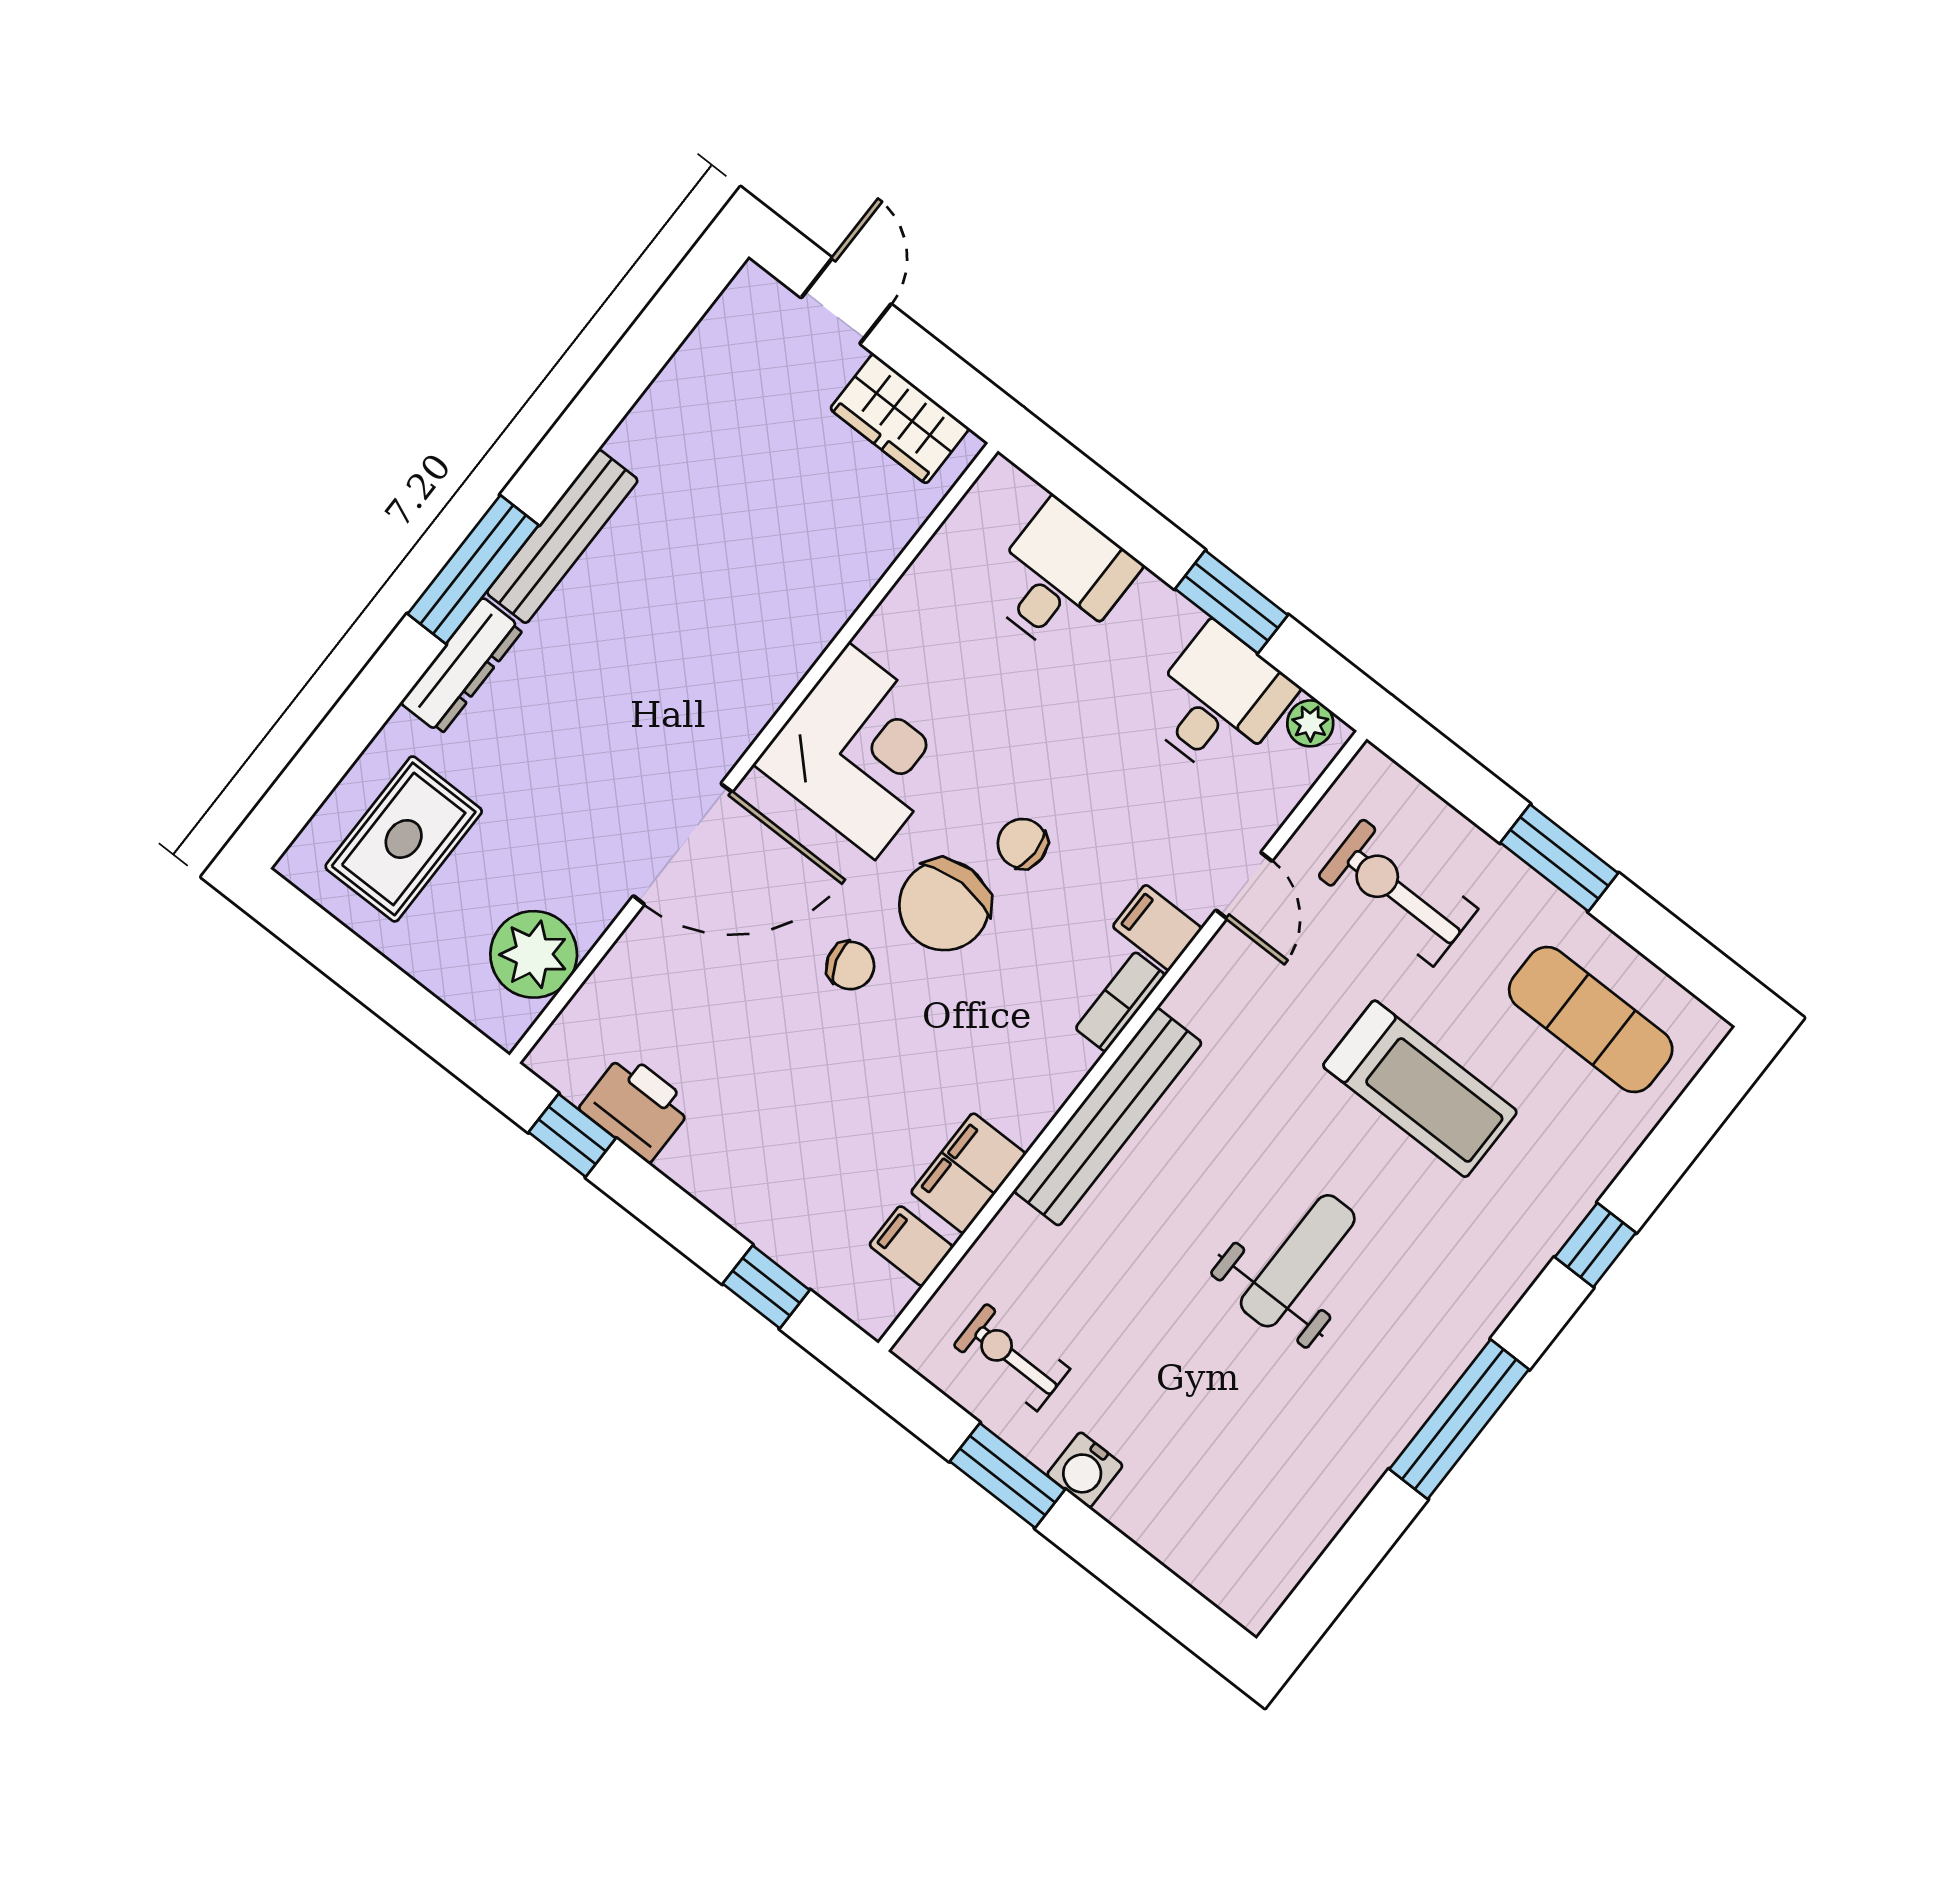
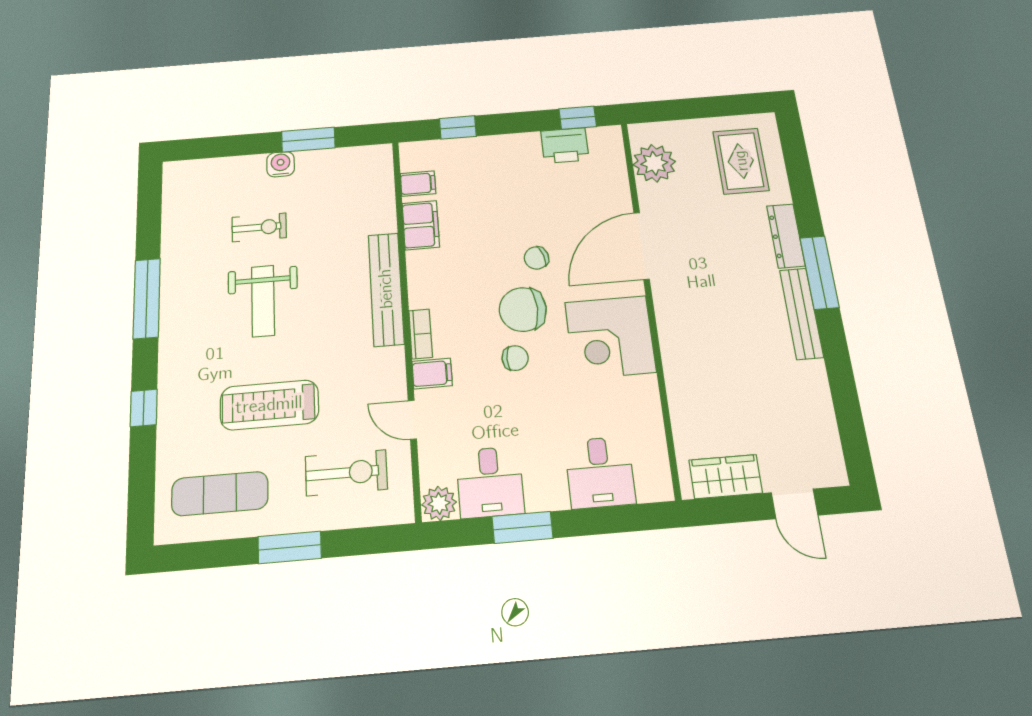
plant: (1310, 723) -> (439, 503), width x1.38, depth x1.38
chair: (944, 905) -> (523, 309), turned -91
exercise bike: (1012, 1357) -> (259, 227), moved

